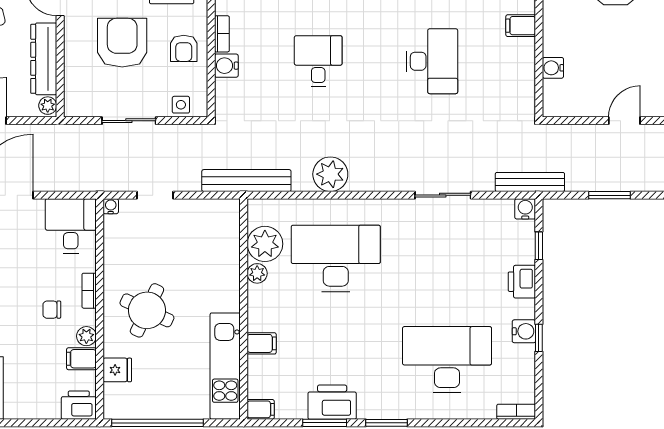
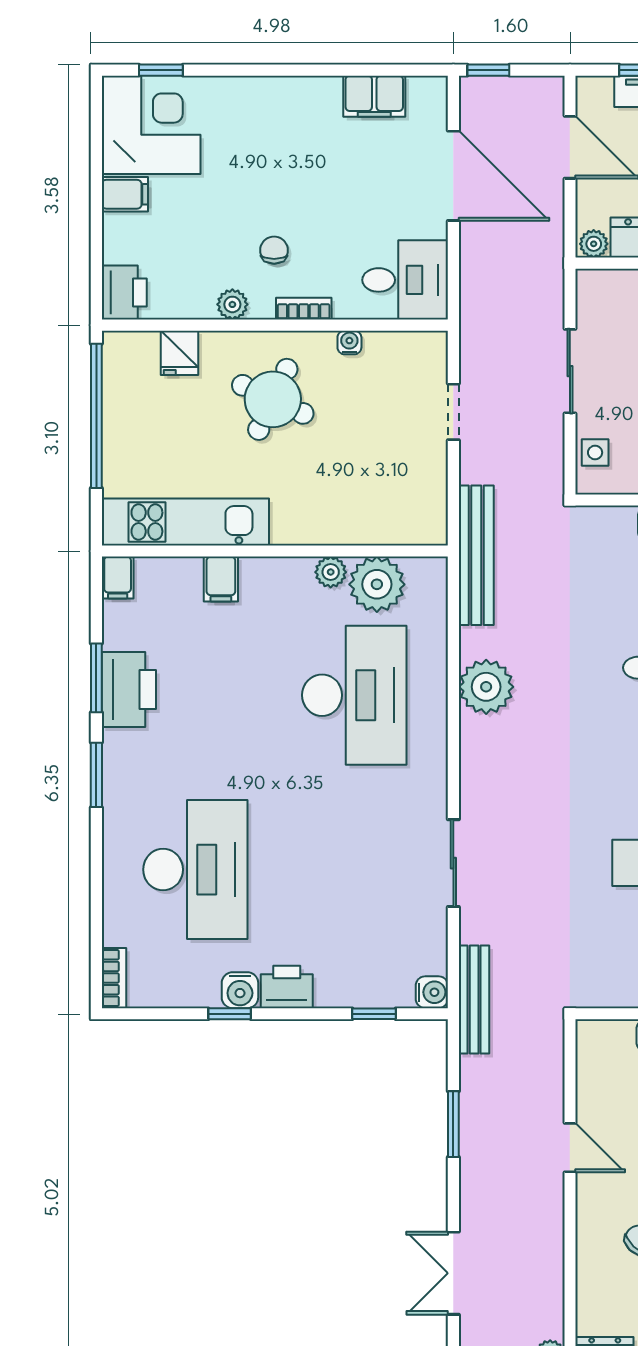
water cooler: (111, 206) -> (349, 342), moved, turned -90
printer: (522, 282) -> (287, 987), moved
filing cabinet: (81, 359) -> (125, 194), moved, turned 90

